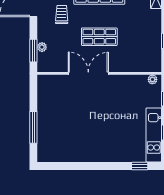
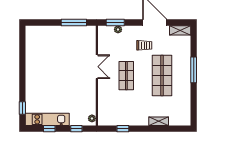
double door: (88, 73) -> (97, 67), width x0.73
window: (33, 127) -> (74, 23), moved

